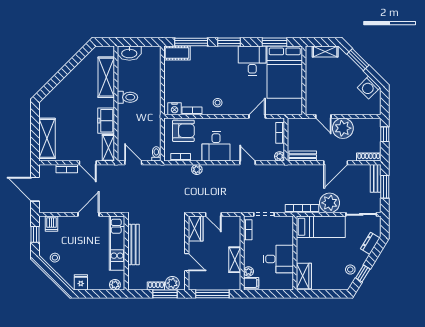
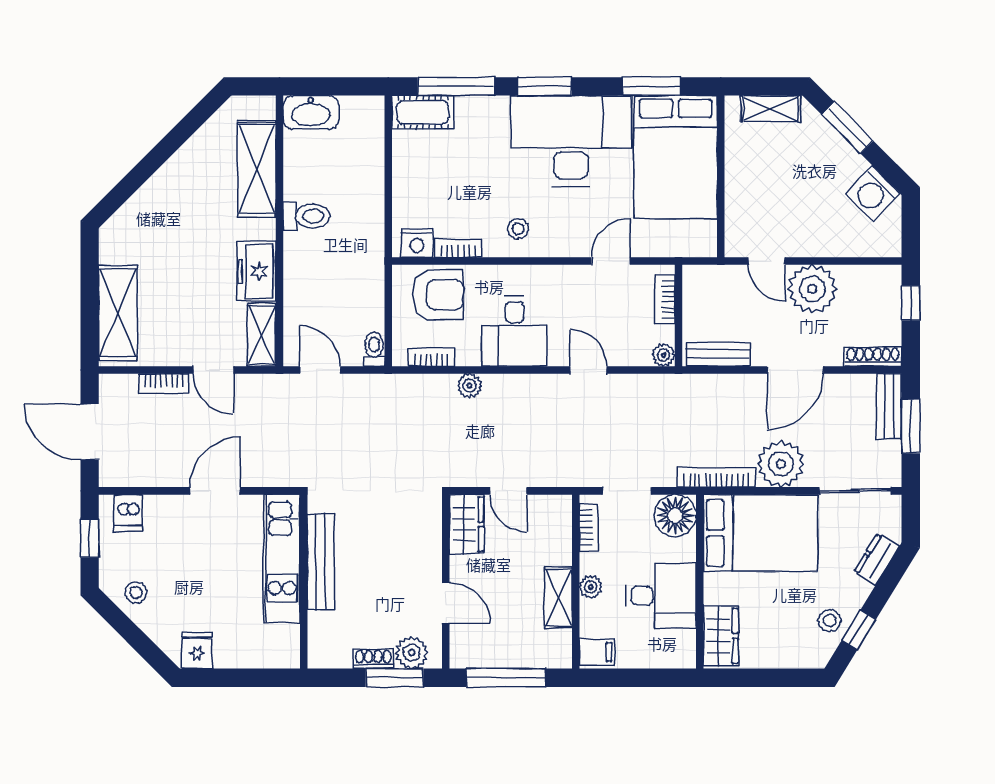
desk: (252, 61) -> (571, 141), width x1.87, depth x1.30
floor lamp: (284, 225) -> (675, 515), added
bed: (321, 227) -> (760, 533), width x1.50
plant: (248, 271) -> (591, 587), moved
plant: (115, 285) -> (277, 656), removed

